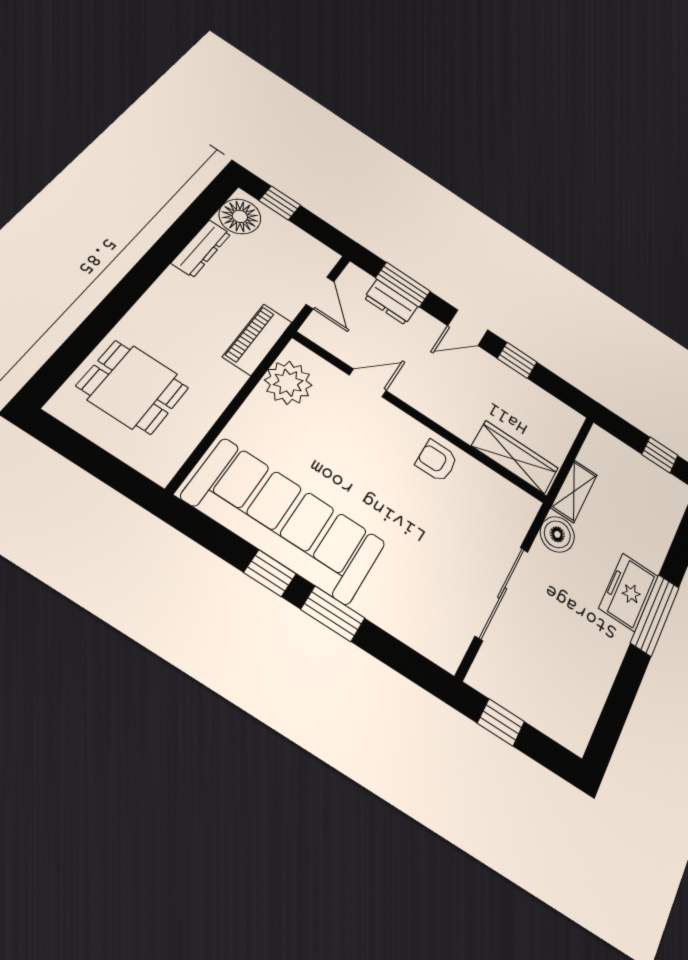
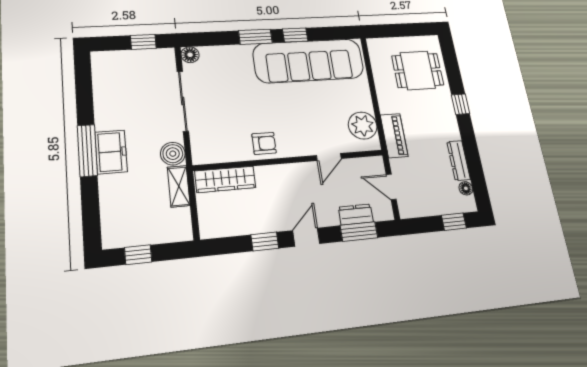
floor lamp: (240, 216) -> (466, 188), width x0.53, depth x0.53
window: (120, 301) -> (460, 104), added
floor lamp: (448, 654) -> (190, 55), added

